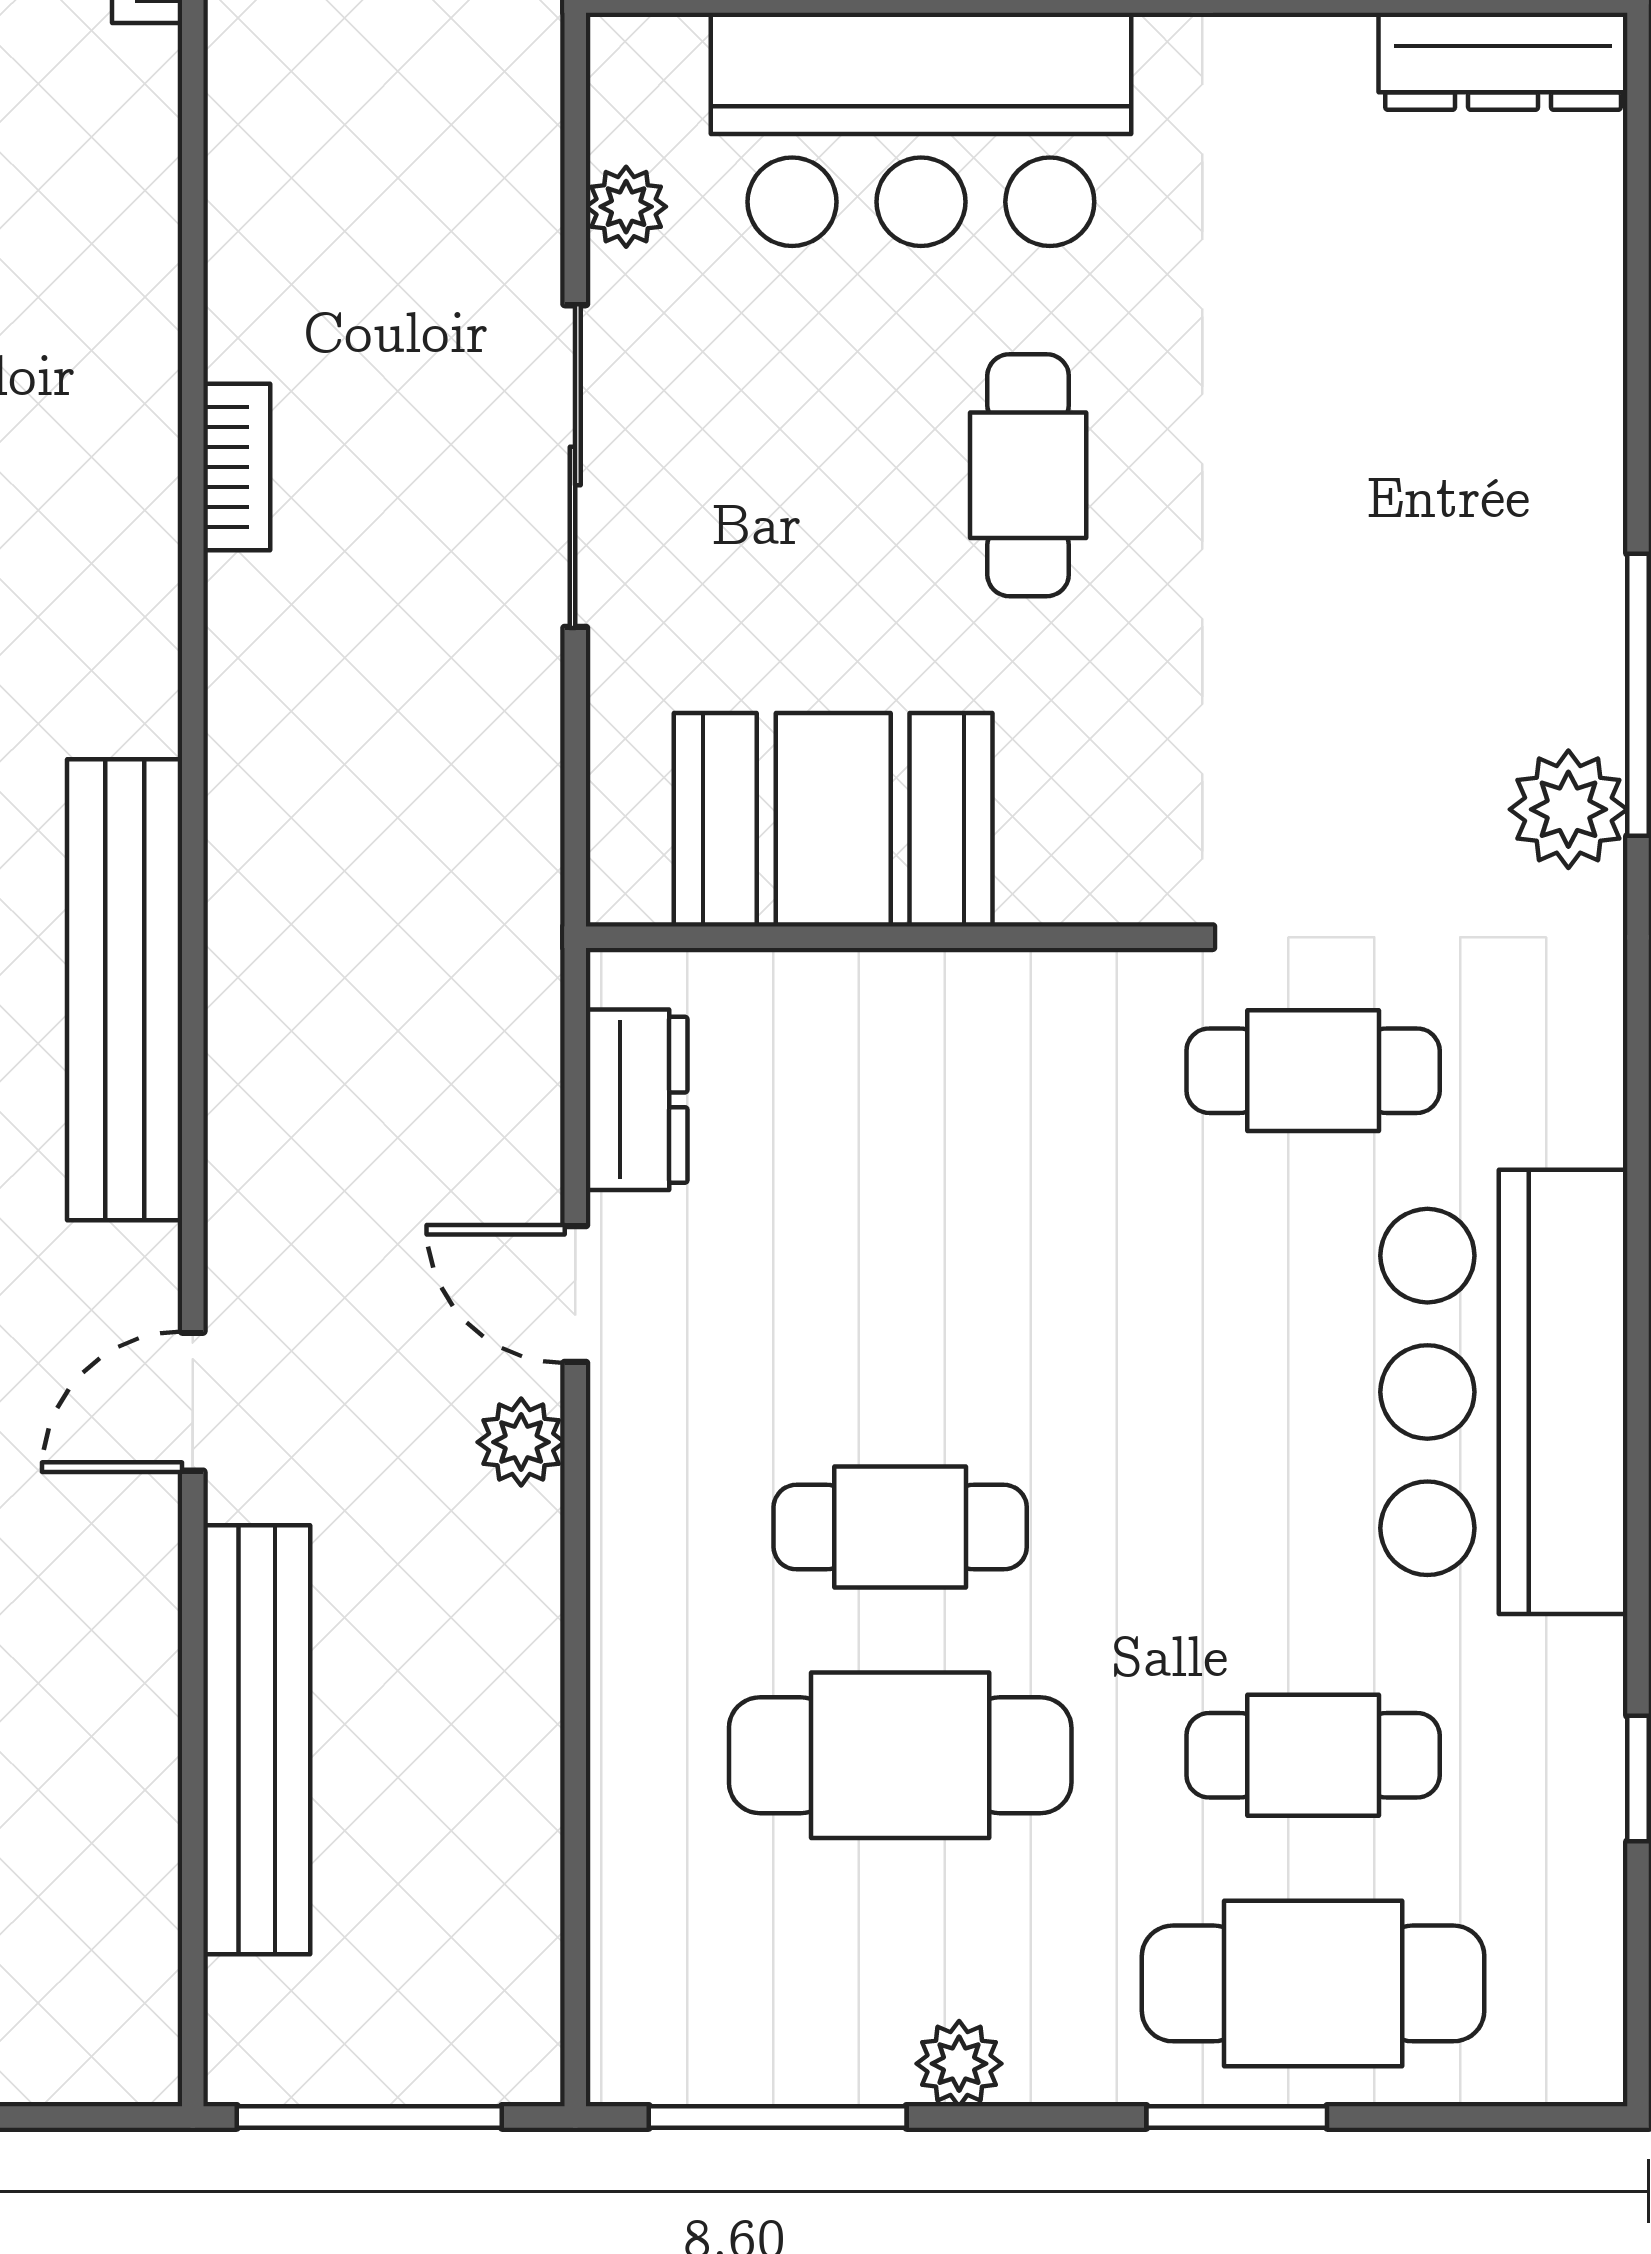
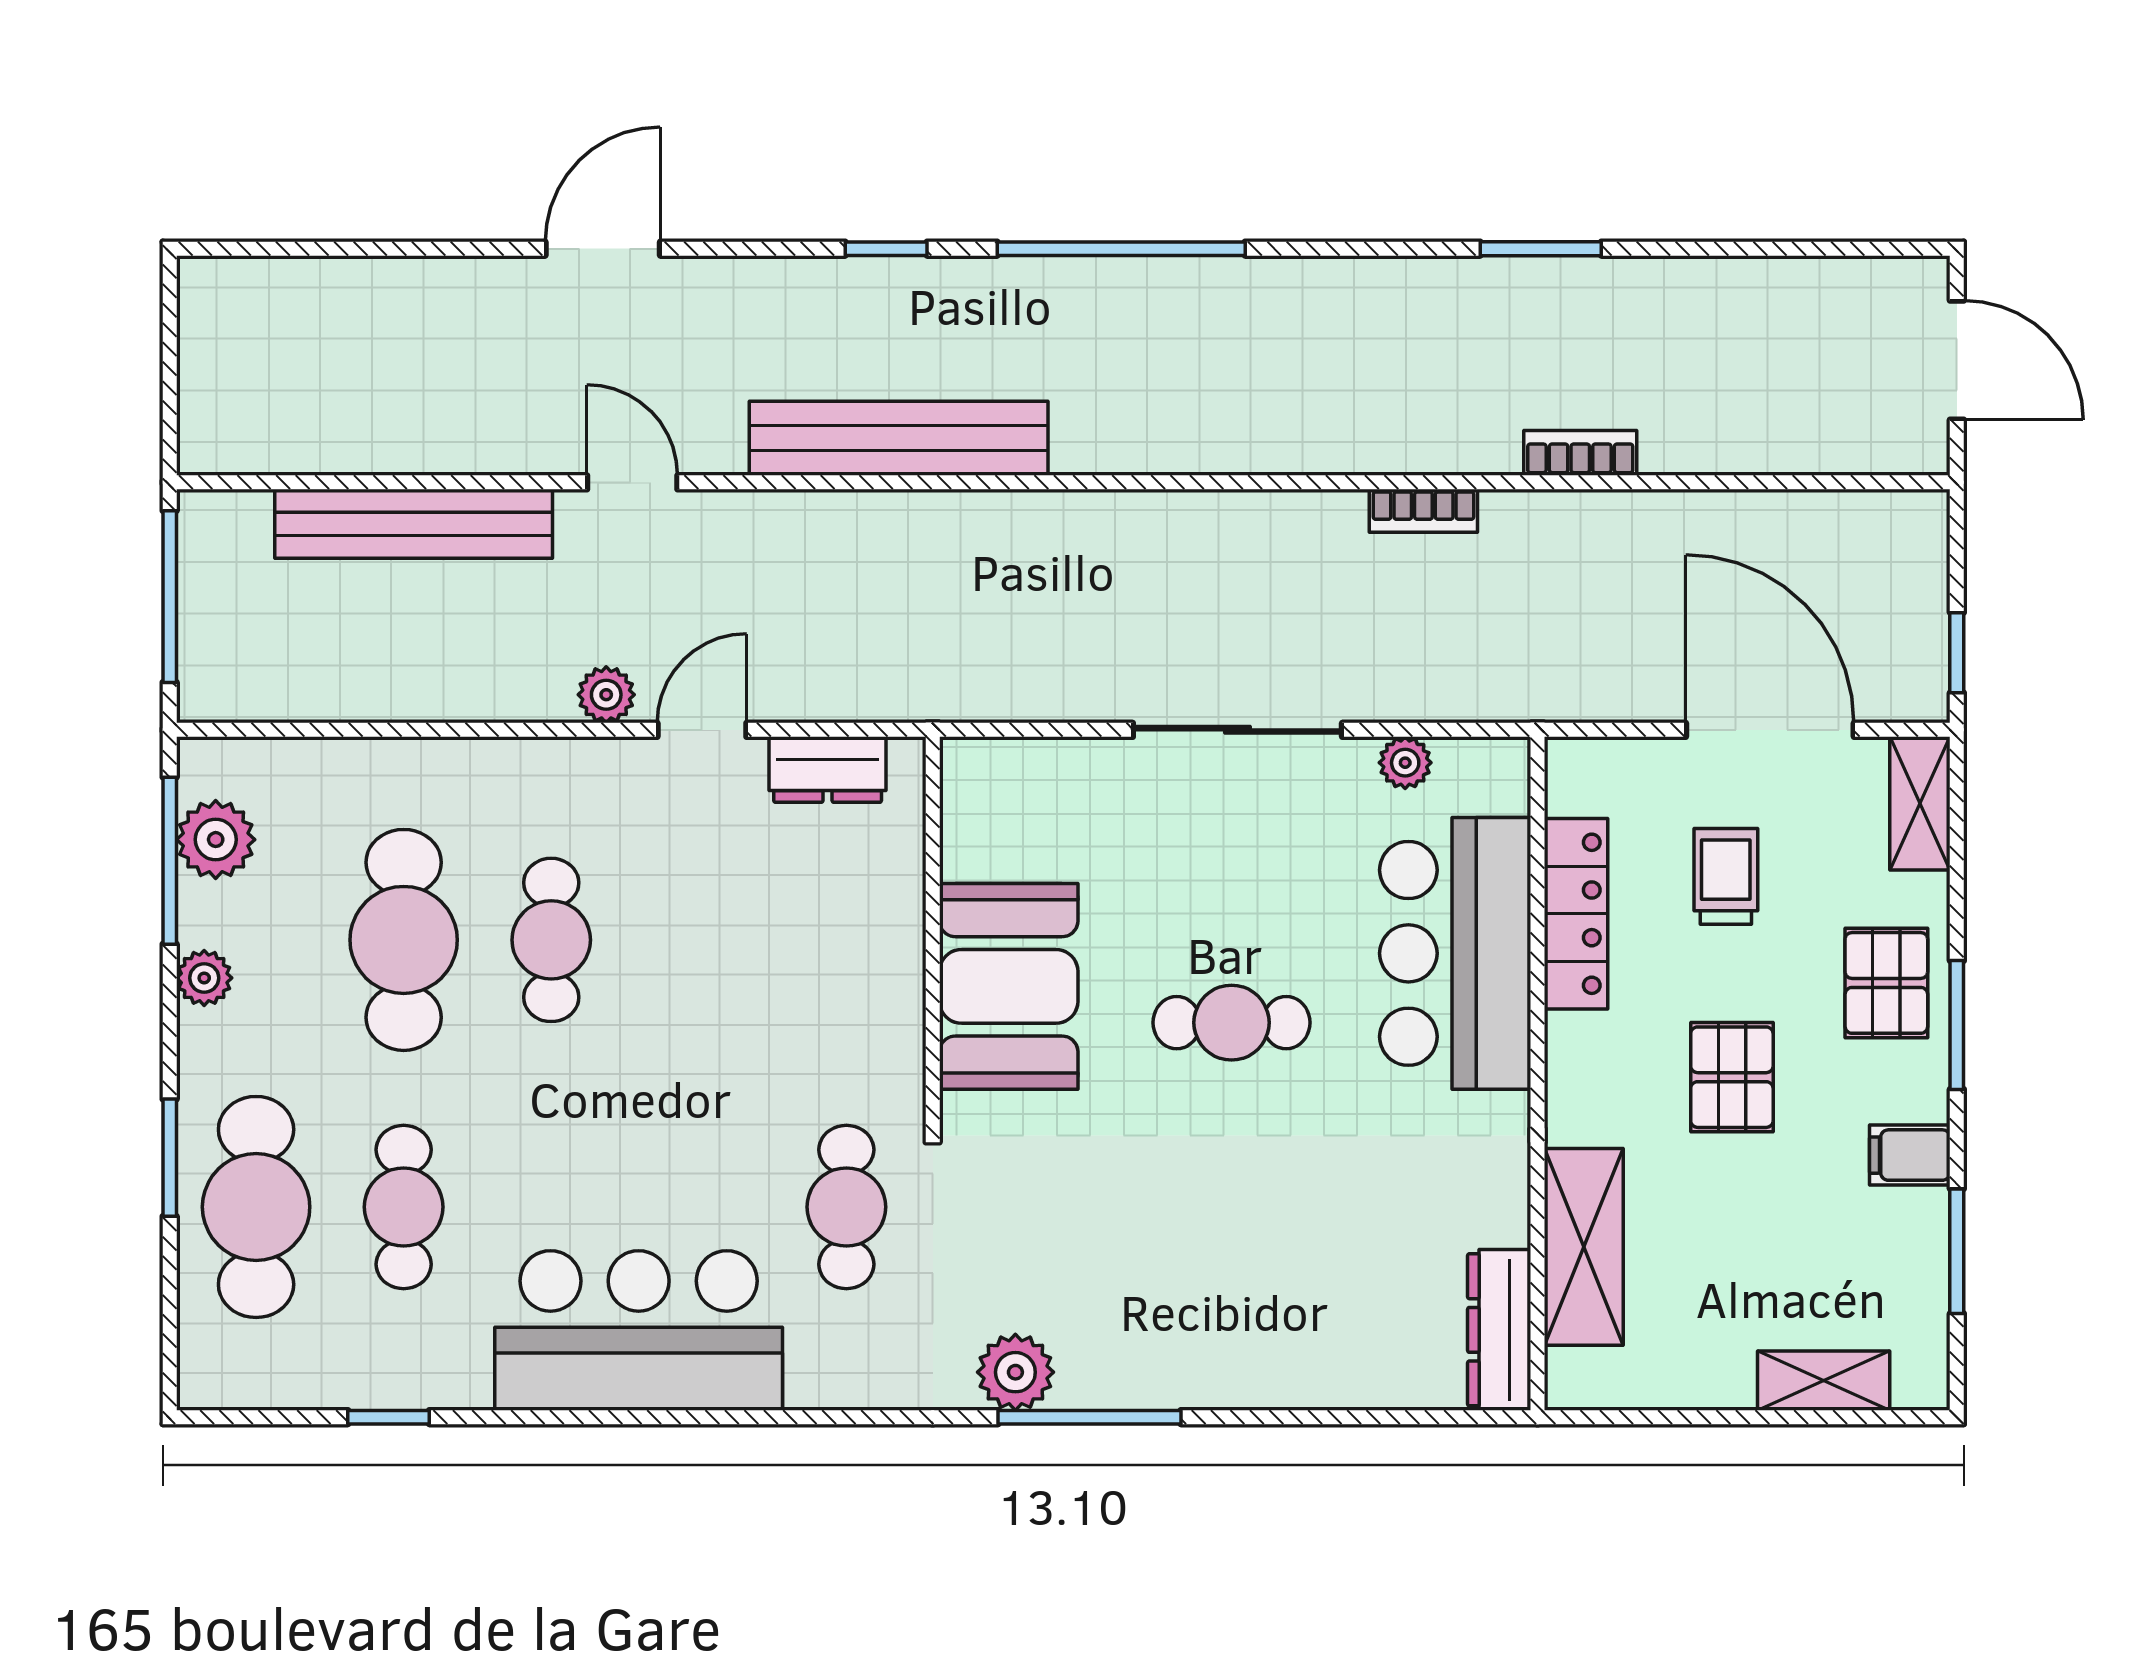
bookcase: (237, 467) -> (1423, 511), moved
booth: (833, 820) -> (1009, 986), moved
plant: (745, 2046) -> (216, 840), added

